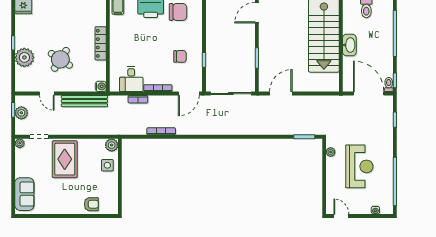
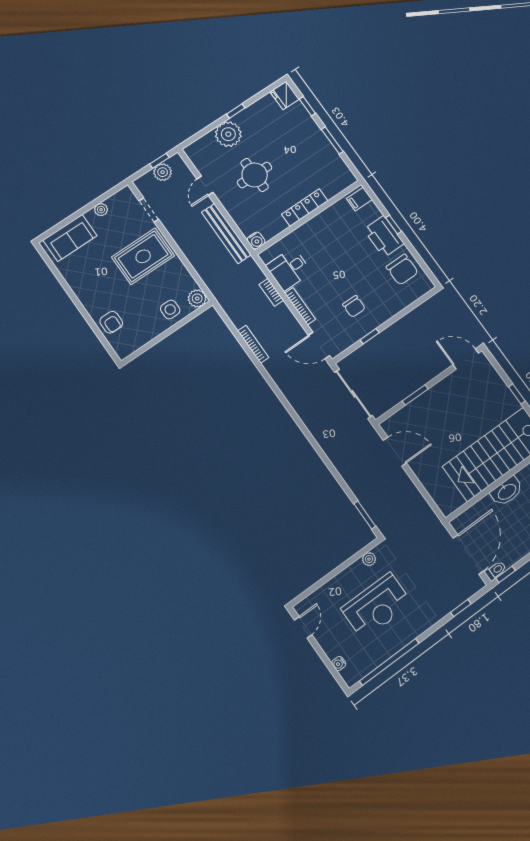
round table: (60, 59) -> (255, 175), turned -33
plant: (20, 143) -> (101, 210), moved

